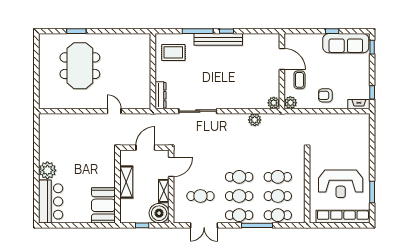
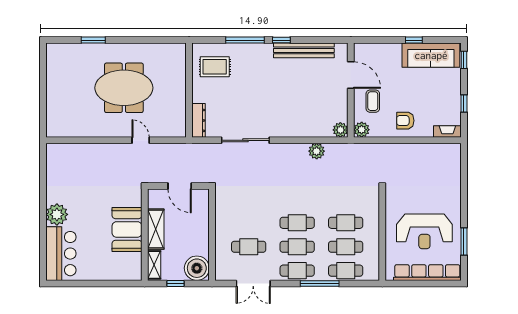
bench: (218, 39) -> (304, 50), moved
meeting table: (80, 66) -> (124, 88), moved, turned 90
window: (372, 92) -> (464, 104), moved
door: (145, 148) -> (180, 186), swing flipped
door: (171, 167) -> (212, 210), removed
shelving: (164, 191) -> (154, 265), moved
booth: (103, 205) -> (127, 229), moved

